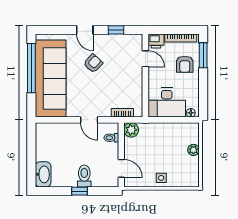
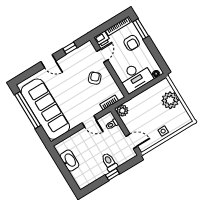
door: (145, 59) -> (102, 56), hinge flipped
armchair: (93, 63) -> (95, 78), moved
plant: (193, 150) -> (170, 100), width x1.88, depth x1.88
washbasin: (43, 174) -> (69, 161), moved

